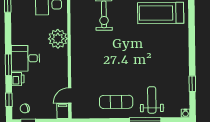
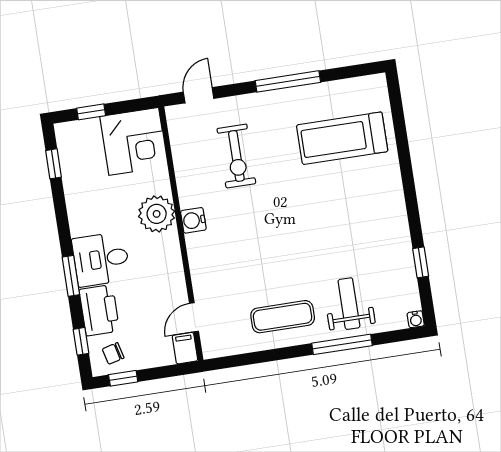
water cooler: (77, 45) -> (193, 220), added
printer: (18, 79) -> (99, 310), width x1.87, depth x1.48

